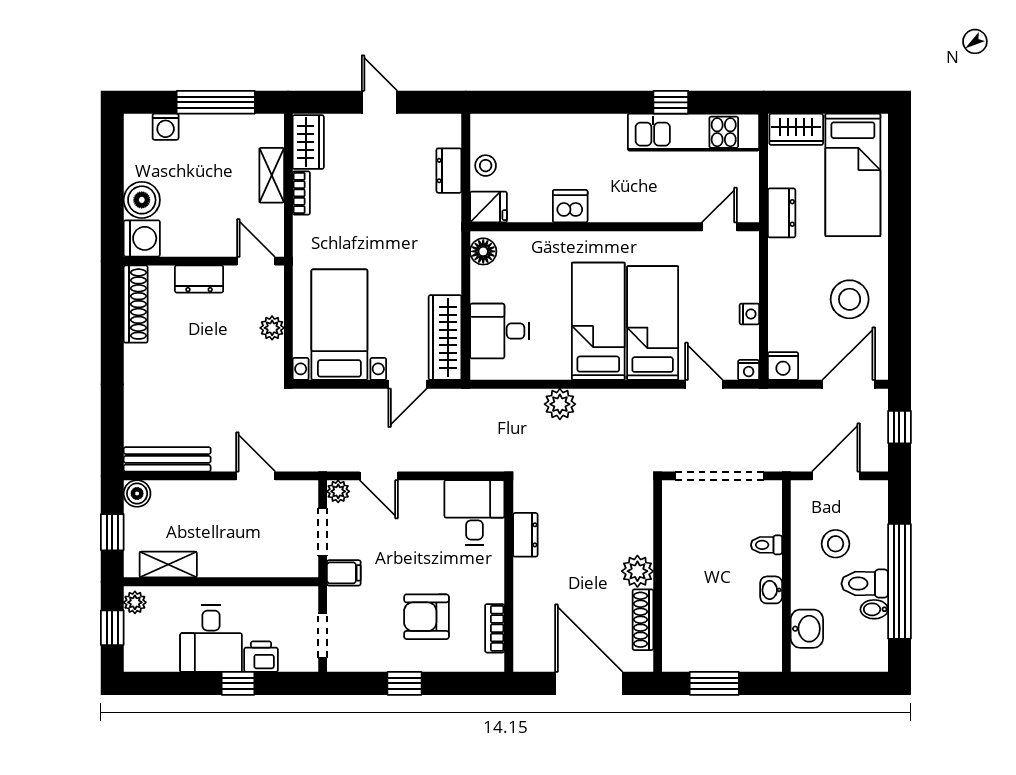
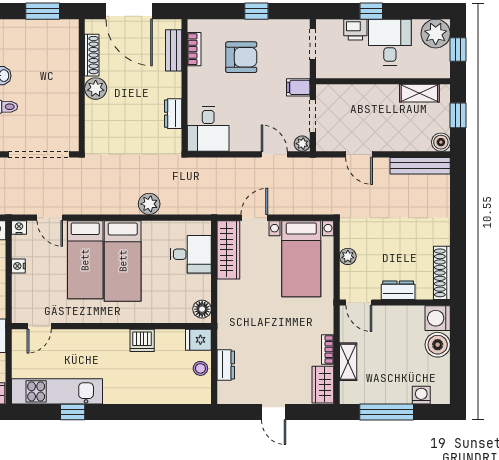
plant: (135, 602) -> (436, 34), moved, width x1.88, depth x1.88
bench: (525, 627) -> (174, 50), added

